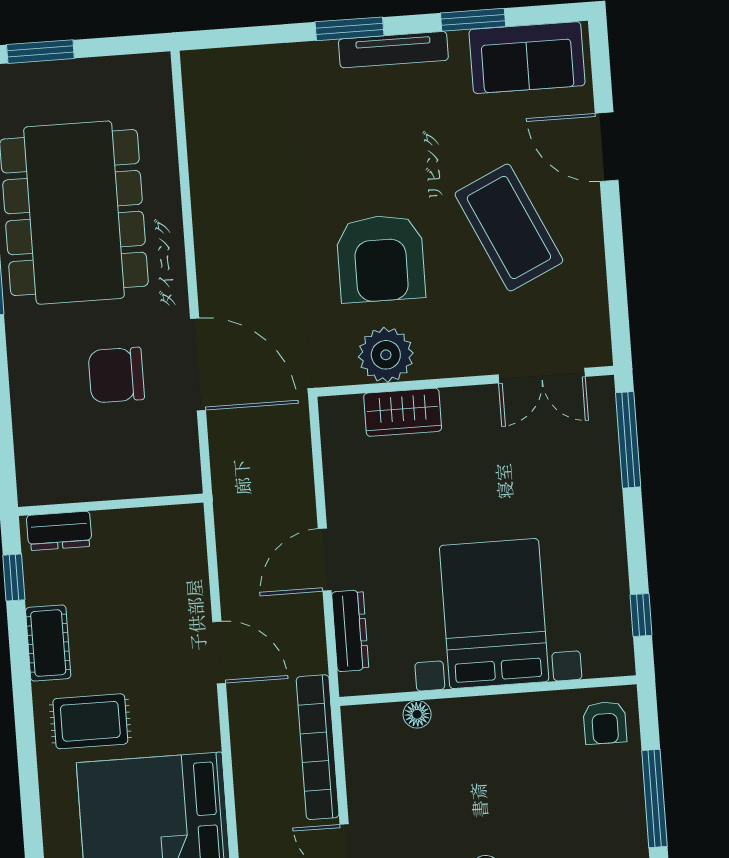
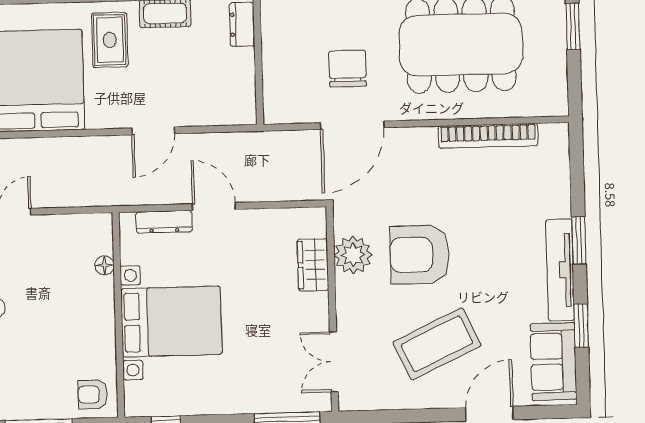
tv unit: (393, 50) -> (560, 270), width x1.36, depth x1.29
bookcase: (318, 747) -> (488, 136), moved, turned 180

